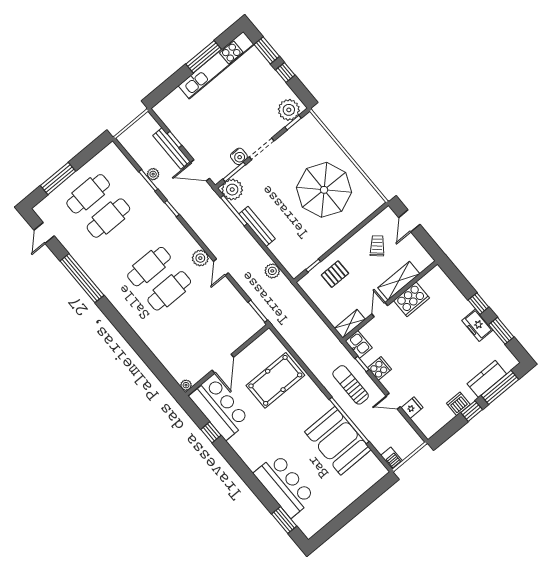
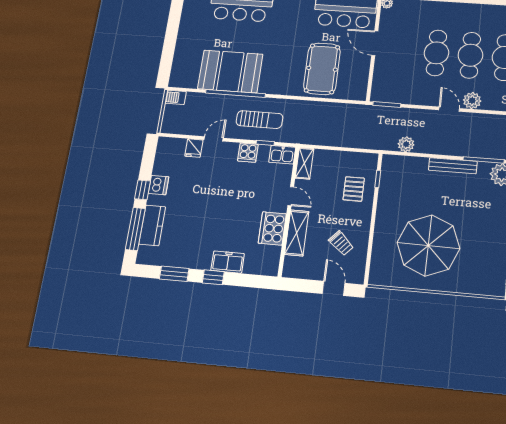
cafe table: (190, 315) -> (436, 53), added
freezer: (477, 325) -> (228, 262), moved

